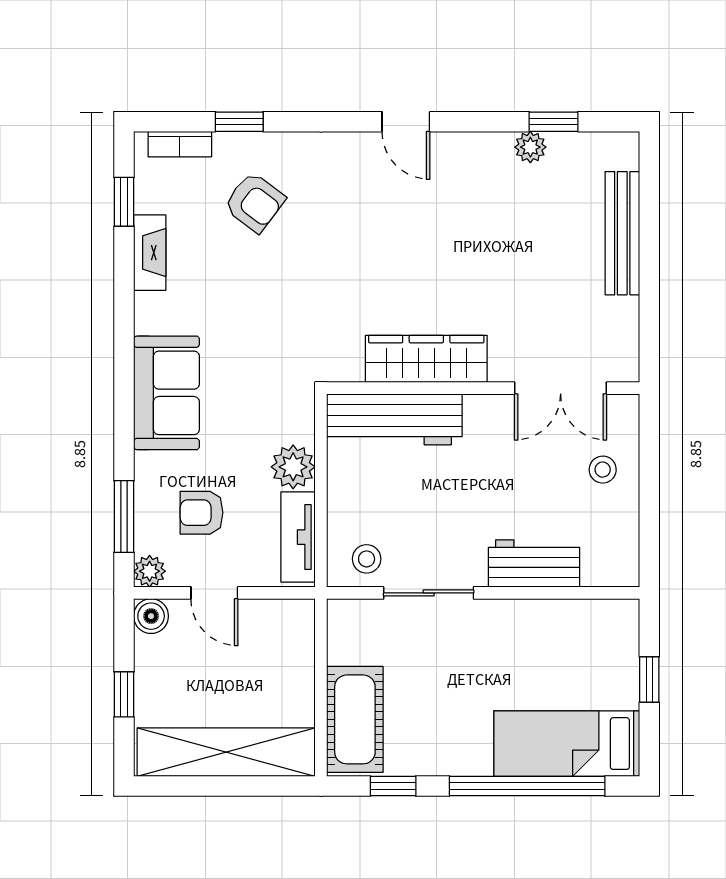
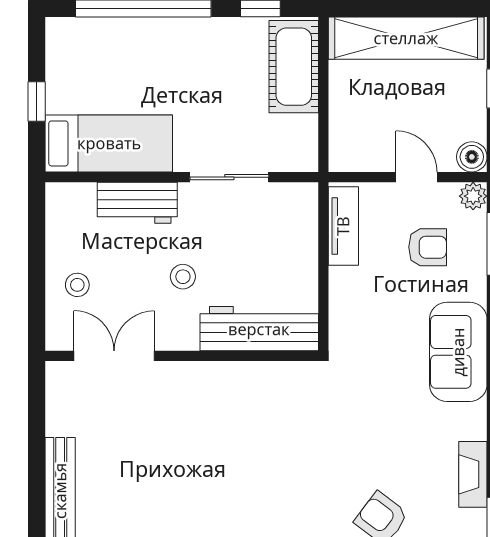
wardrobe: (426, 359) -> (231, 382), removed
plant: (293, 467) -> (348, 287), removed
stool: (367, 559) -> (183, 277), moved
bed: (567, 744) -> (109, 143), moved

